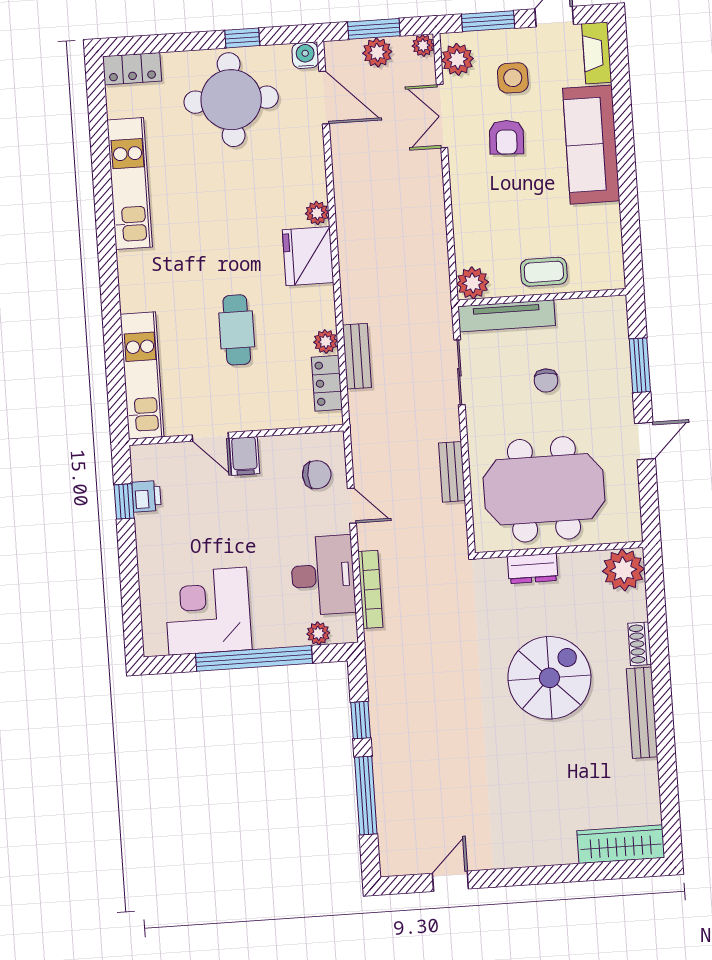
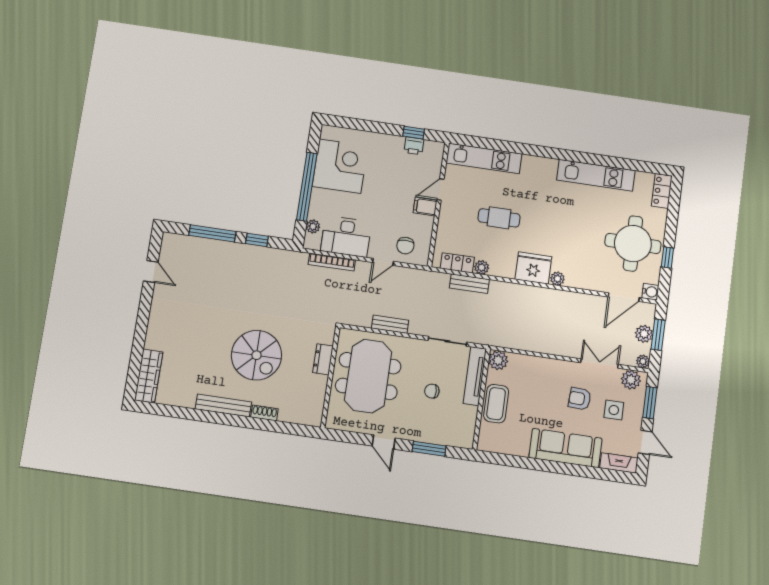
coffee table: (544, 272) -> (496, 404), width x1.36, depth x1.30
plant: (623, 570) -> (310, 413), removed

